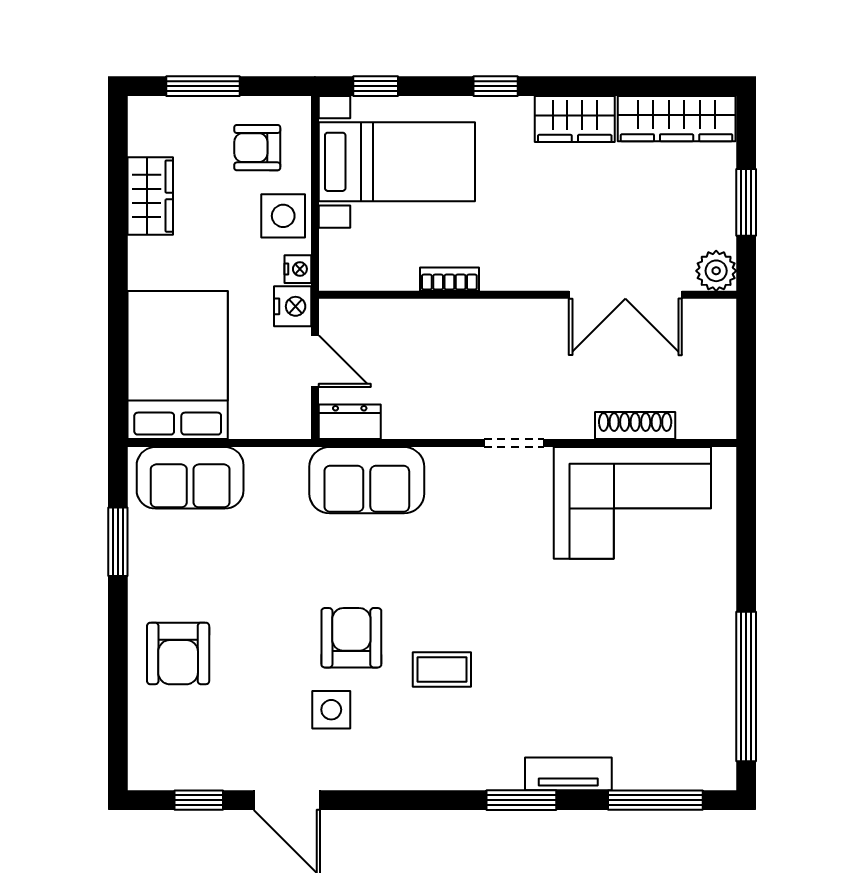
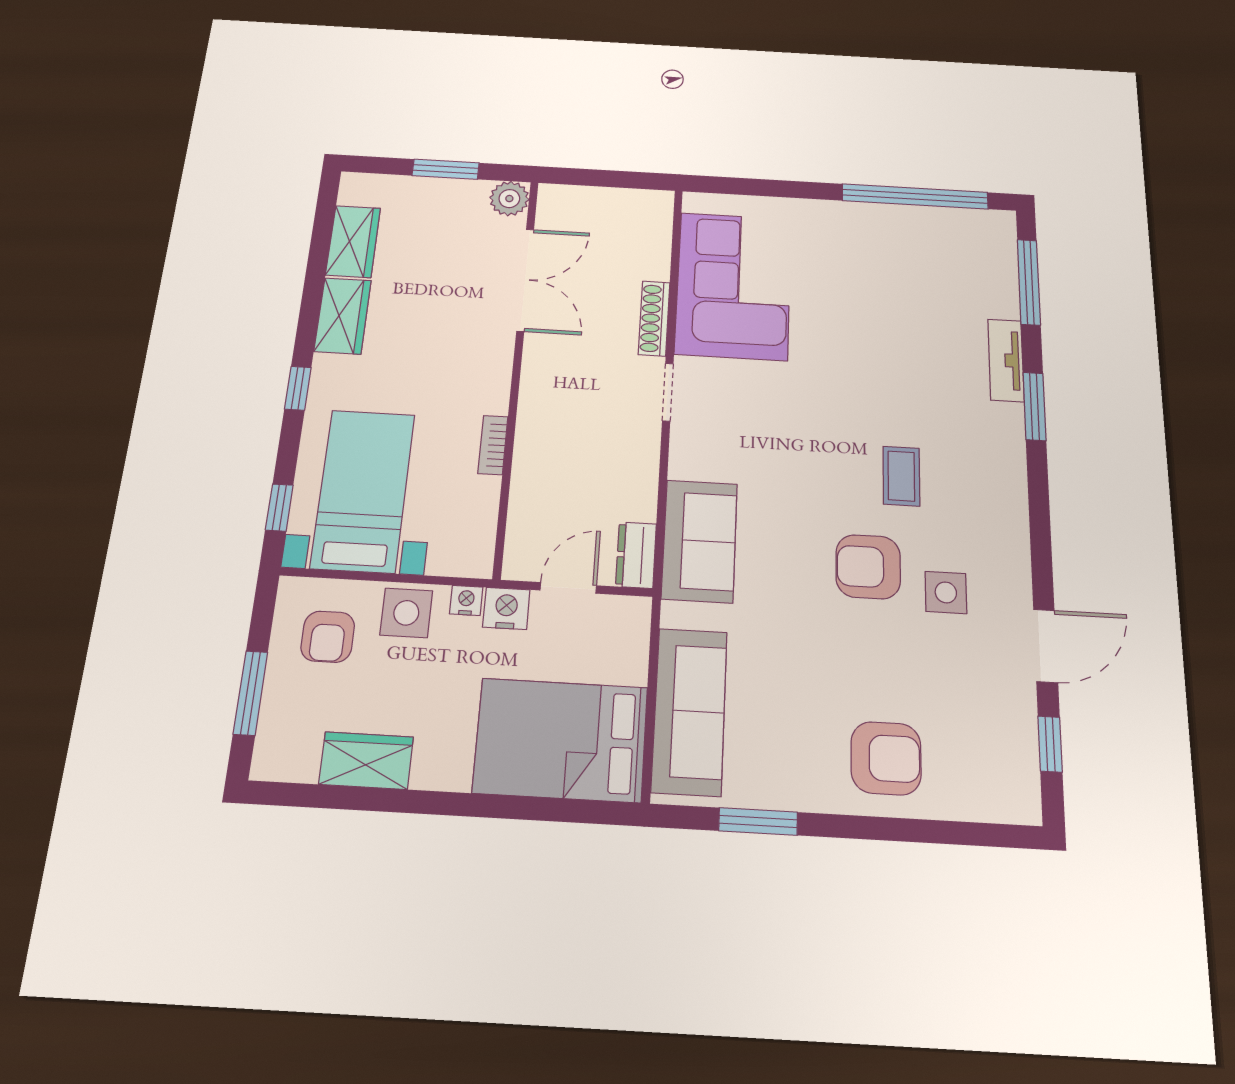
wardrobe: (677, 119) -> (353, 242), width x0.67
shoe rack: (635, 426) -> (654, 318), moved
sofa: (190, 478) -> (690, 711), width x1.36

